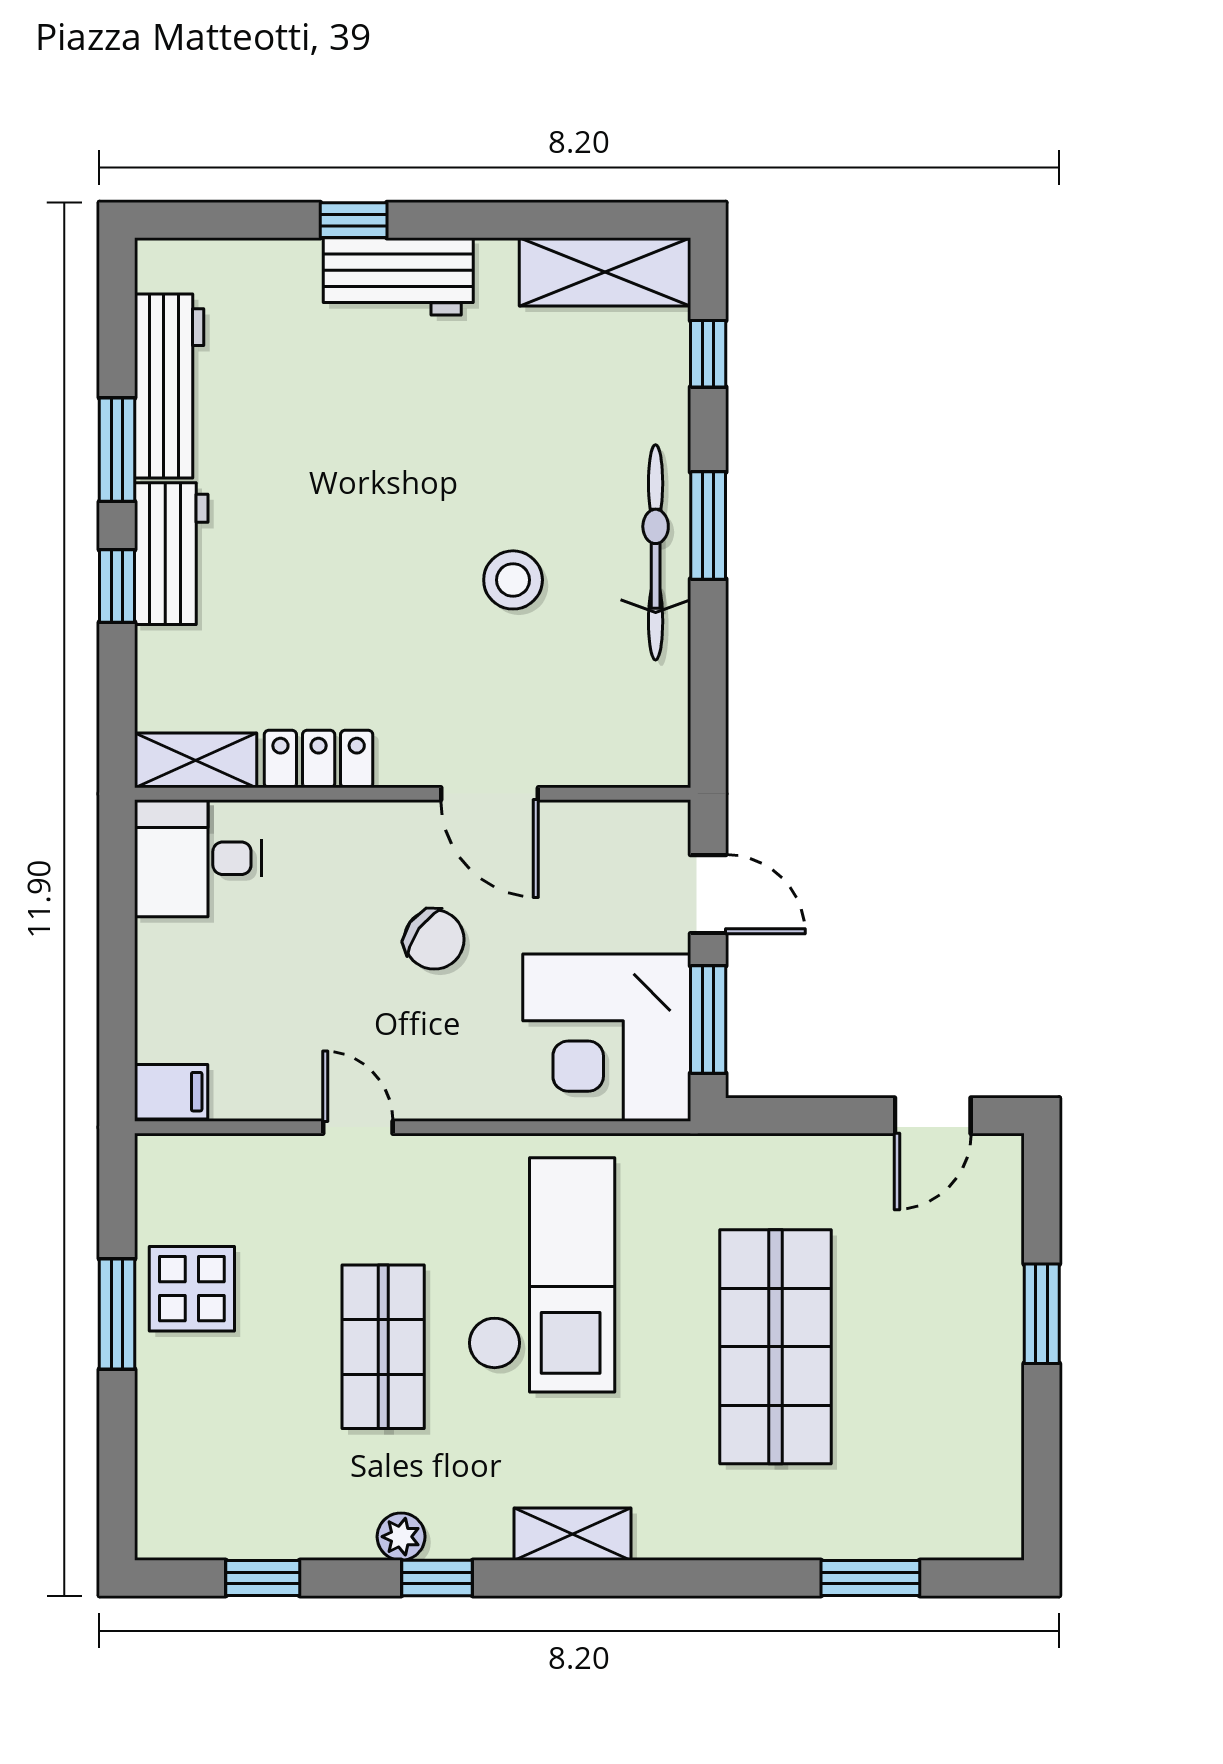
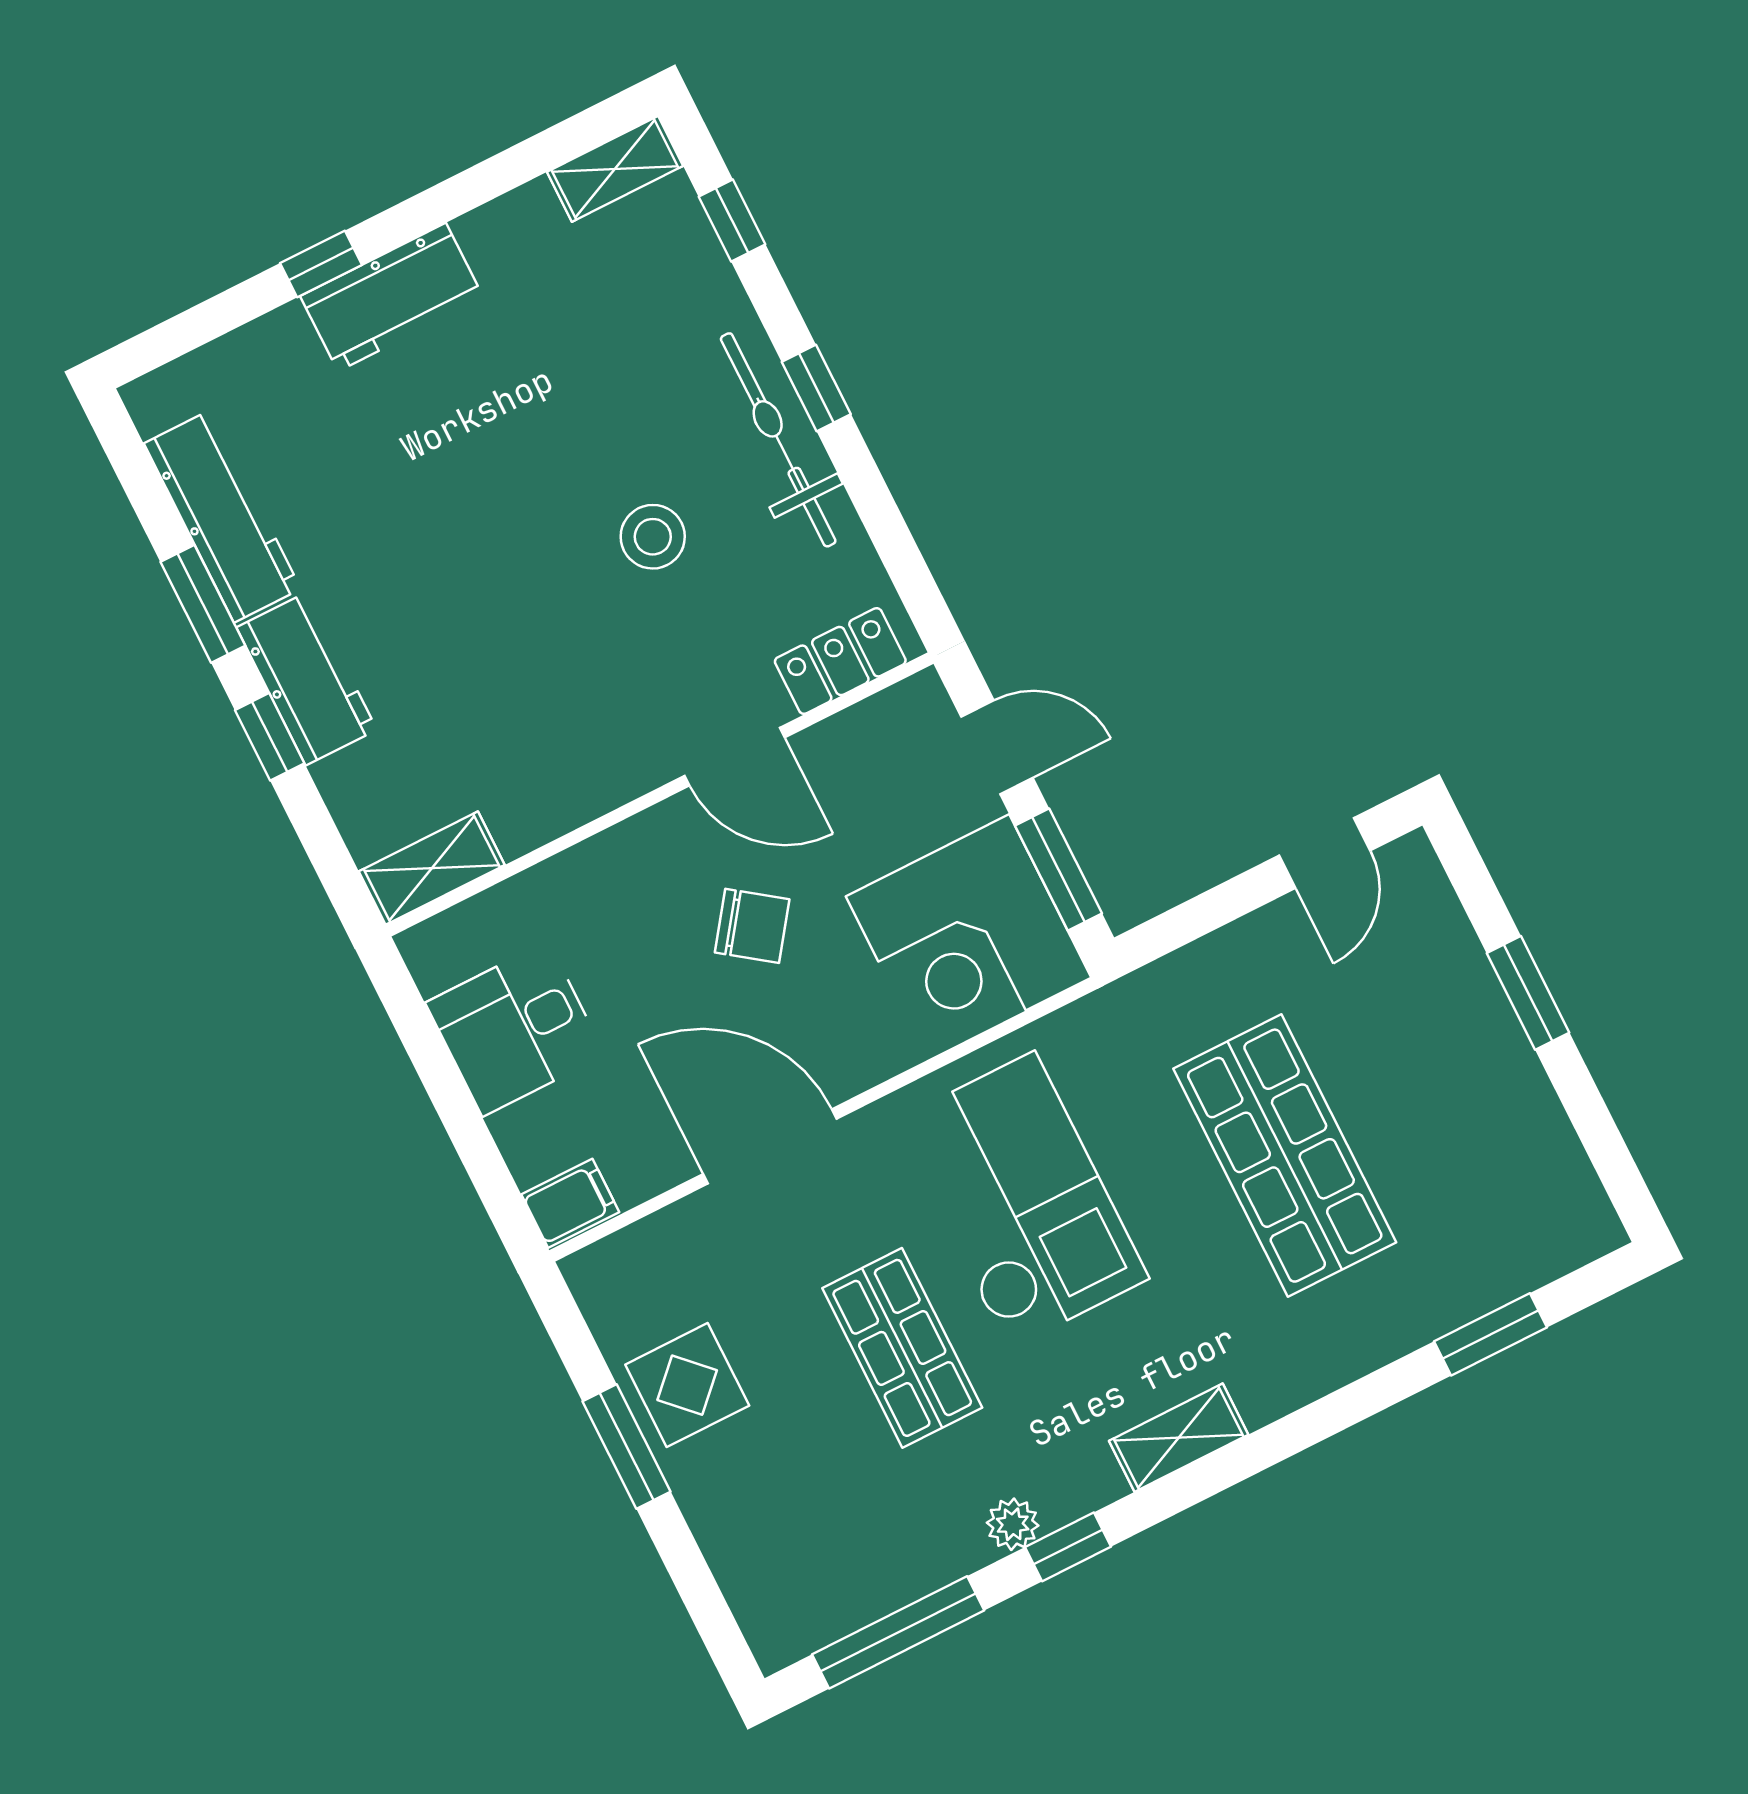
shelving: (605, 272) -> (615, 169), width x0.67, depth x0.75
window: (708, 526) -> (816, 388), width x0.67
locker: (319, 759) -> (840, 661), moved
desk: (198, 858) -> (515, 1029), moved
door: (358, 1127) -> (770, 1146), width x1.88
window: (263, 1578) -> (898, 1632), width x2.17

